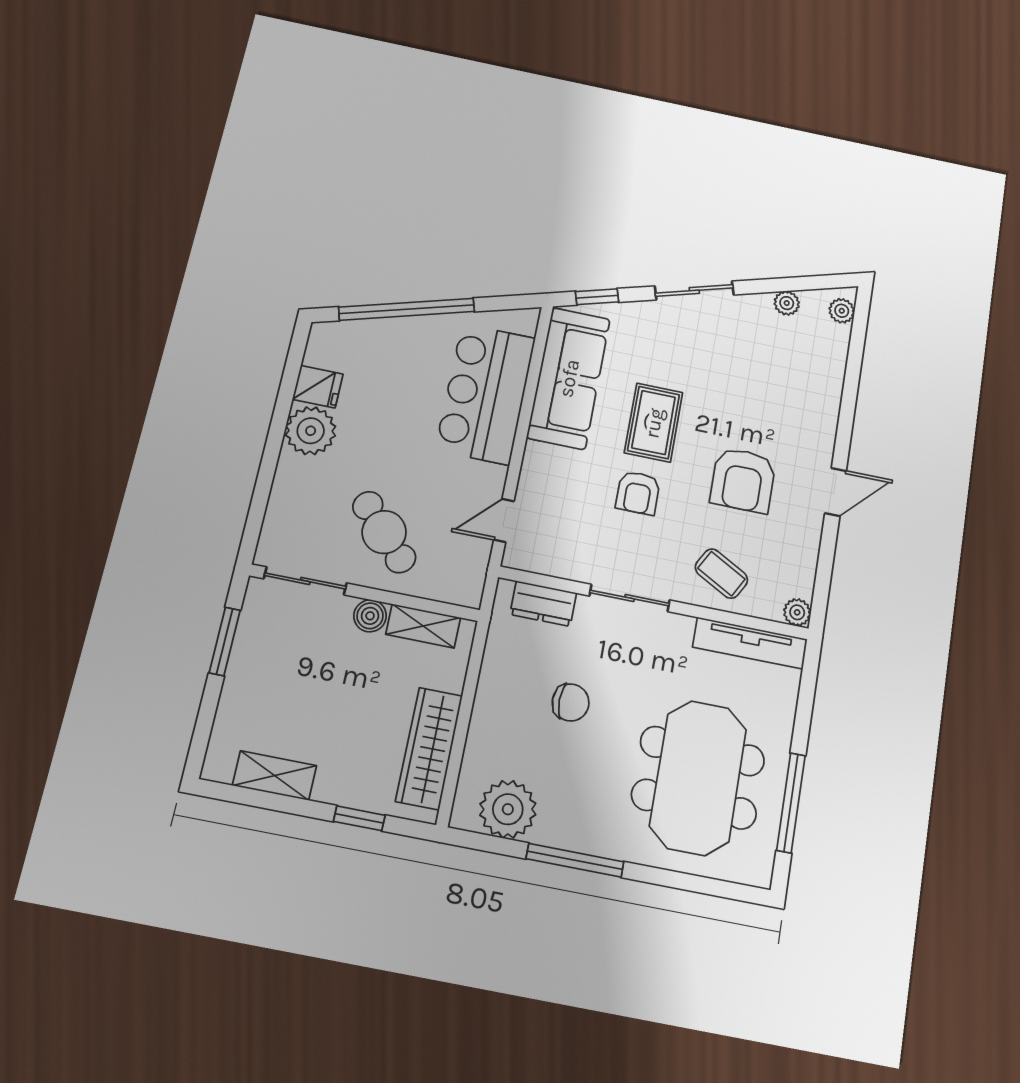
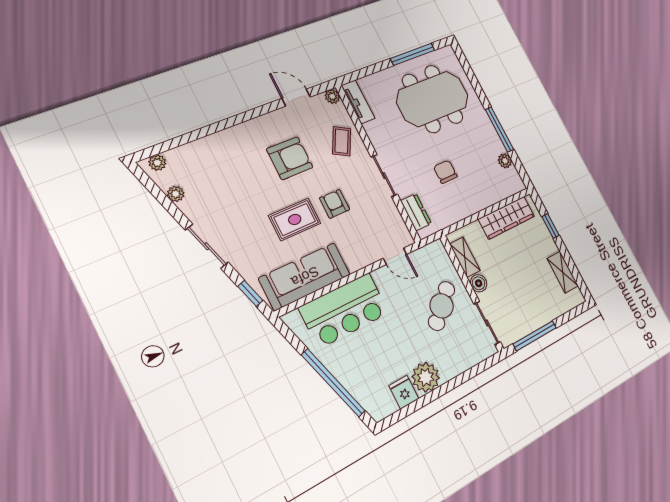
door: (836, 492) -> (296, 98), moved
armchair: (638, 493) -> (335, 204), turned -90
window: (225, 641) -> (535, 336), width x1.44
tv unit: (750, 643) -> (358, 102), width x0.71
plant: (508, 809) -> (505, 161), width x0.53, depth x0.53

